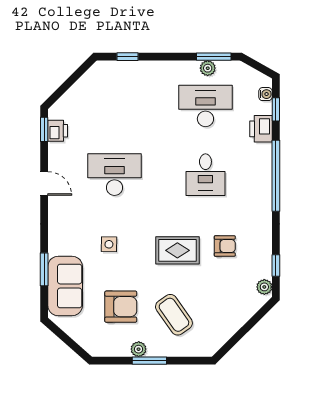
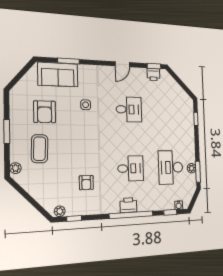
desk: (205, 106) -> (171, 167), turned 180
printer: (261, 129) -> (128, 205), moved
desk: (114, 175) -> (129, 109), width x0.73
desk: (205, 175) -> (131, 168), turned 180
rug: (177, 250) -> (83, 151), removed
coffee table: (174, 315) -> (40, 149), turned -53
plant: (139, 349) -> (15, 168), moved

